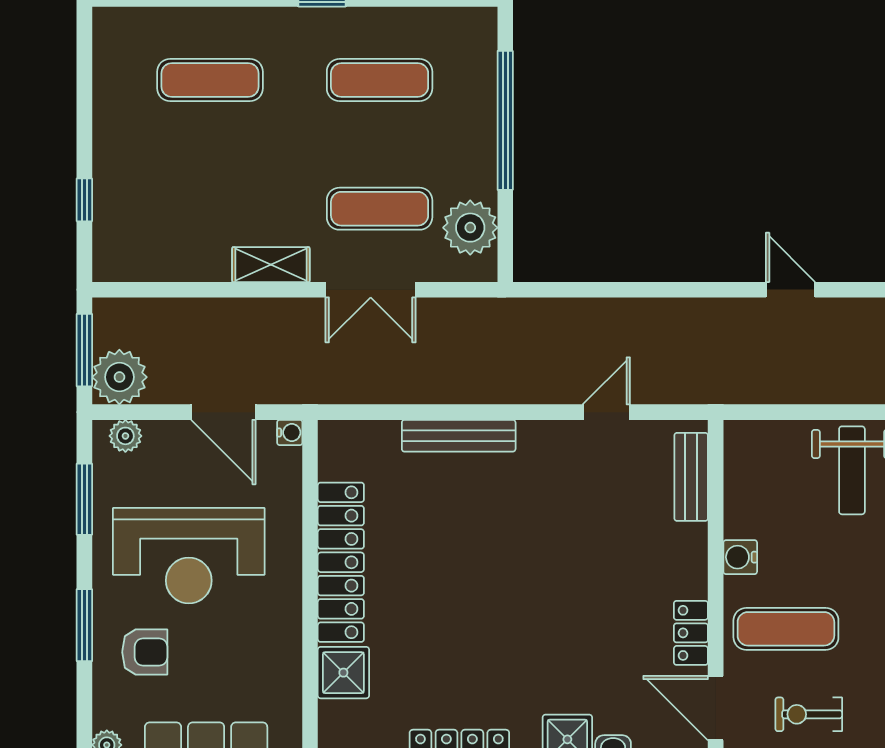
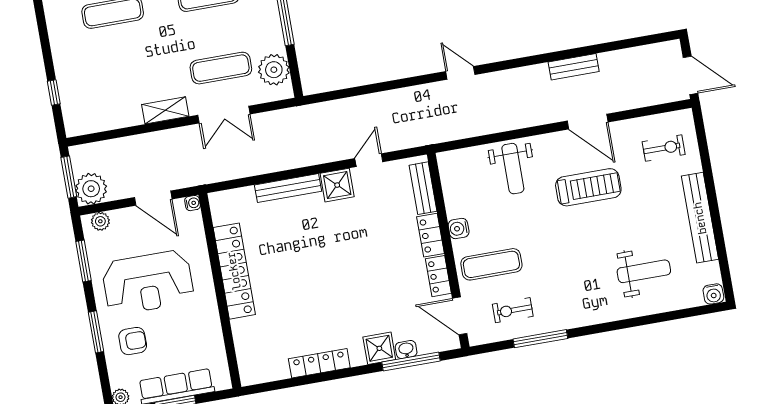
locker: (690, 560) -> (430, 235), added
shower: (343, 673) -> (337, 185), moved

